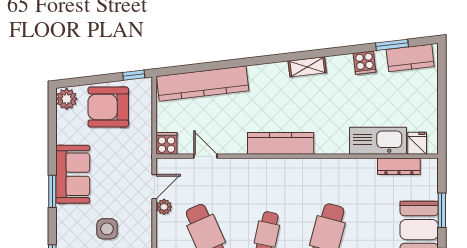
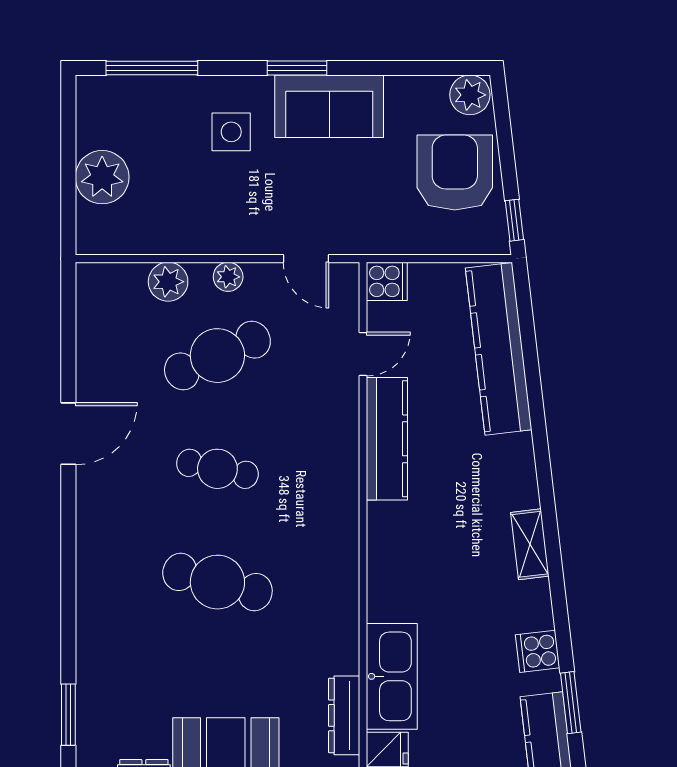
kitchen counter: (281, 143) -> (387, 439), moved
plant: (164, 207) -> (228, 277), moved
side table: (107, 229) -> (231, 132), moved

